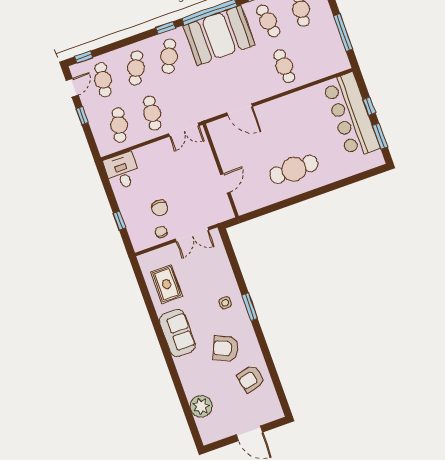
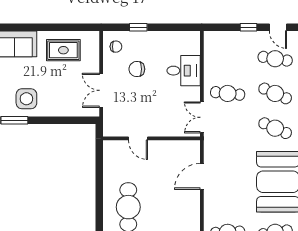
cafe table: (119, 125) -> (228, 59), removed
desk: (122, 171) -> (184, 71), moved
chair: (161, 232) -> (116, 47), moved
side table: (225, 303) -> (26, 99), width x1.87, depth x1.87

